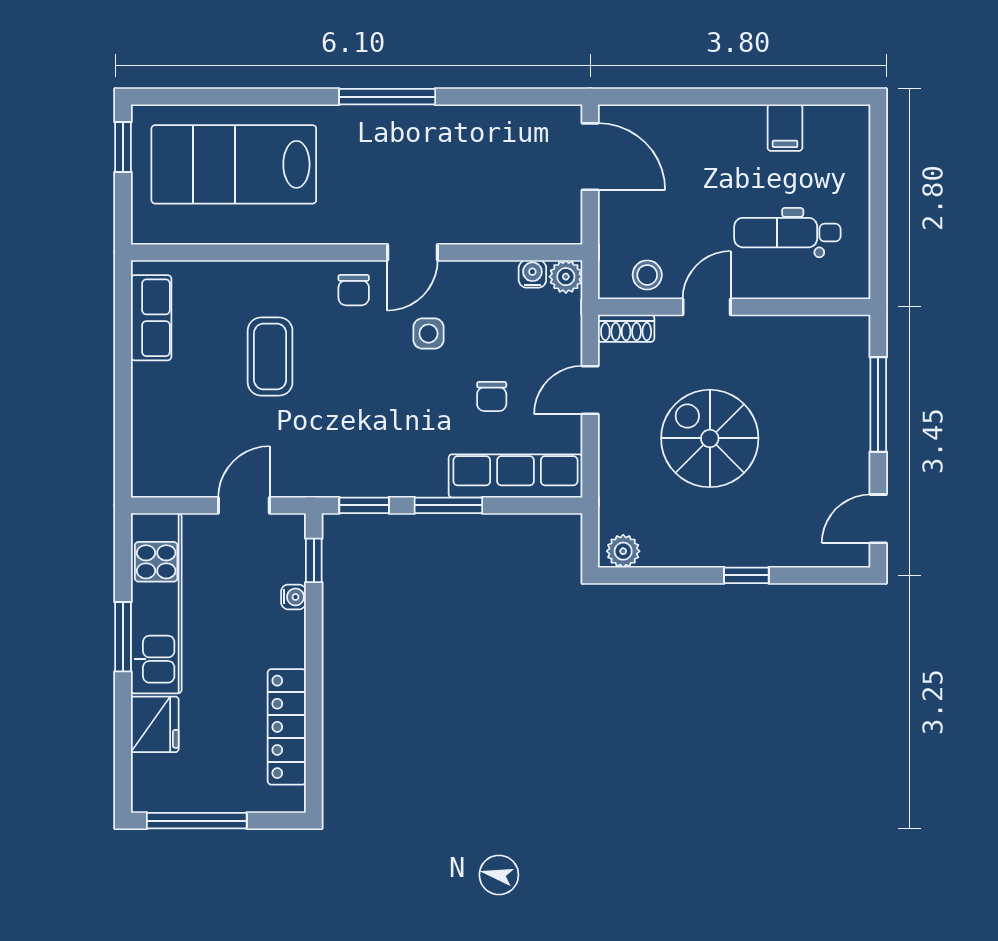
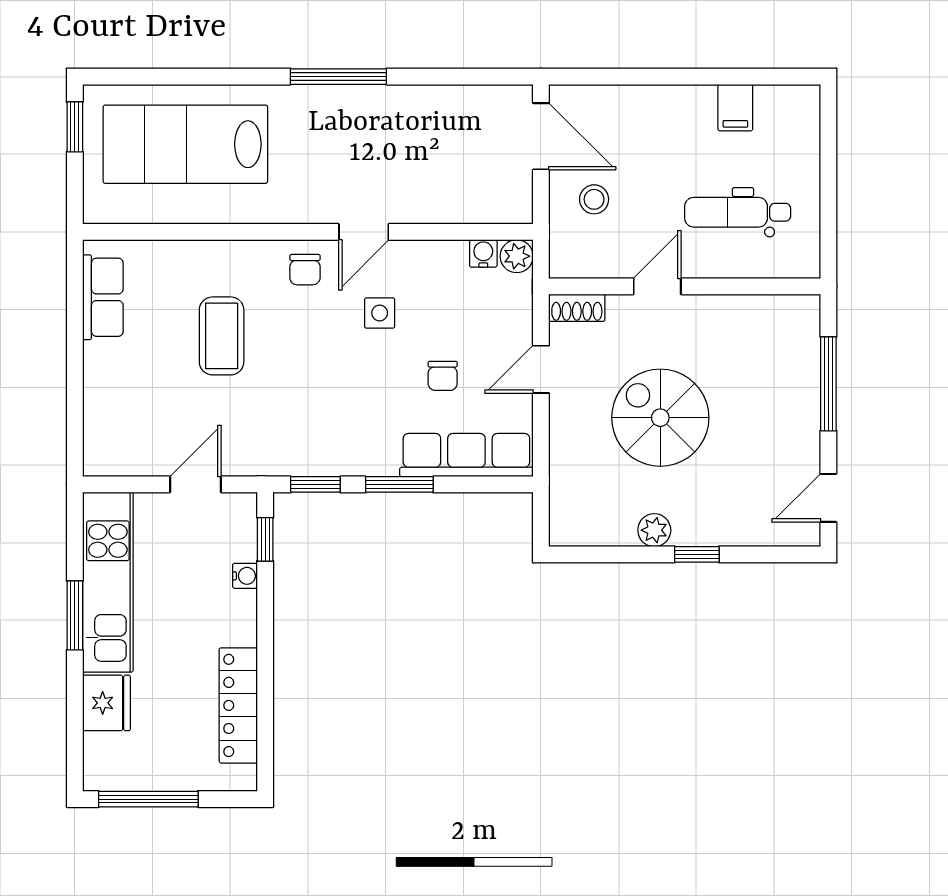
stool: (647, 275) -> (594, 199), moved
plant: (623, 551) -> (654, 530), moved

